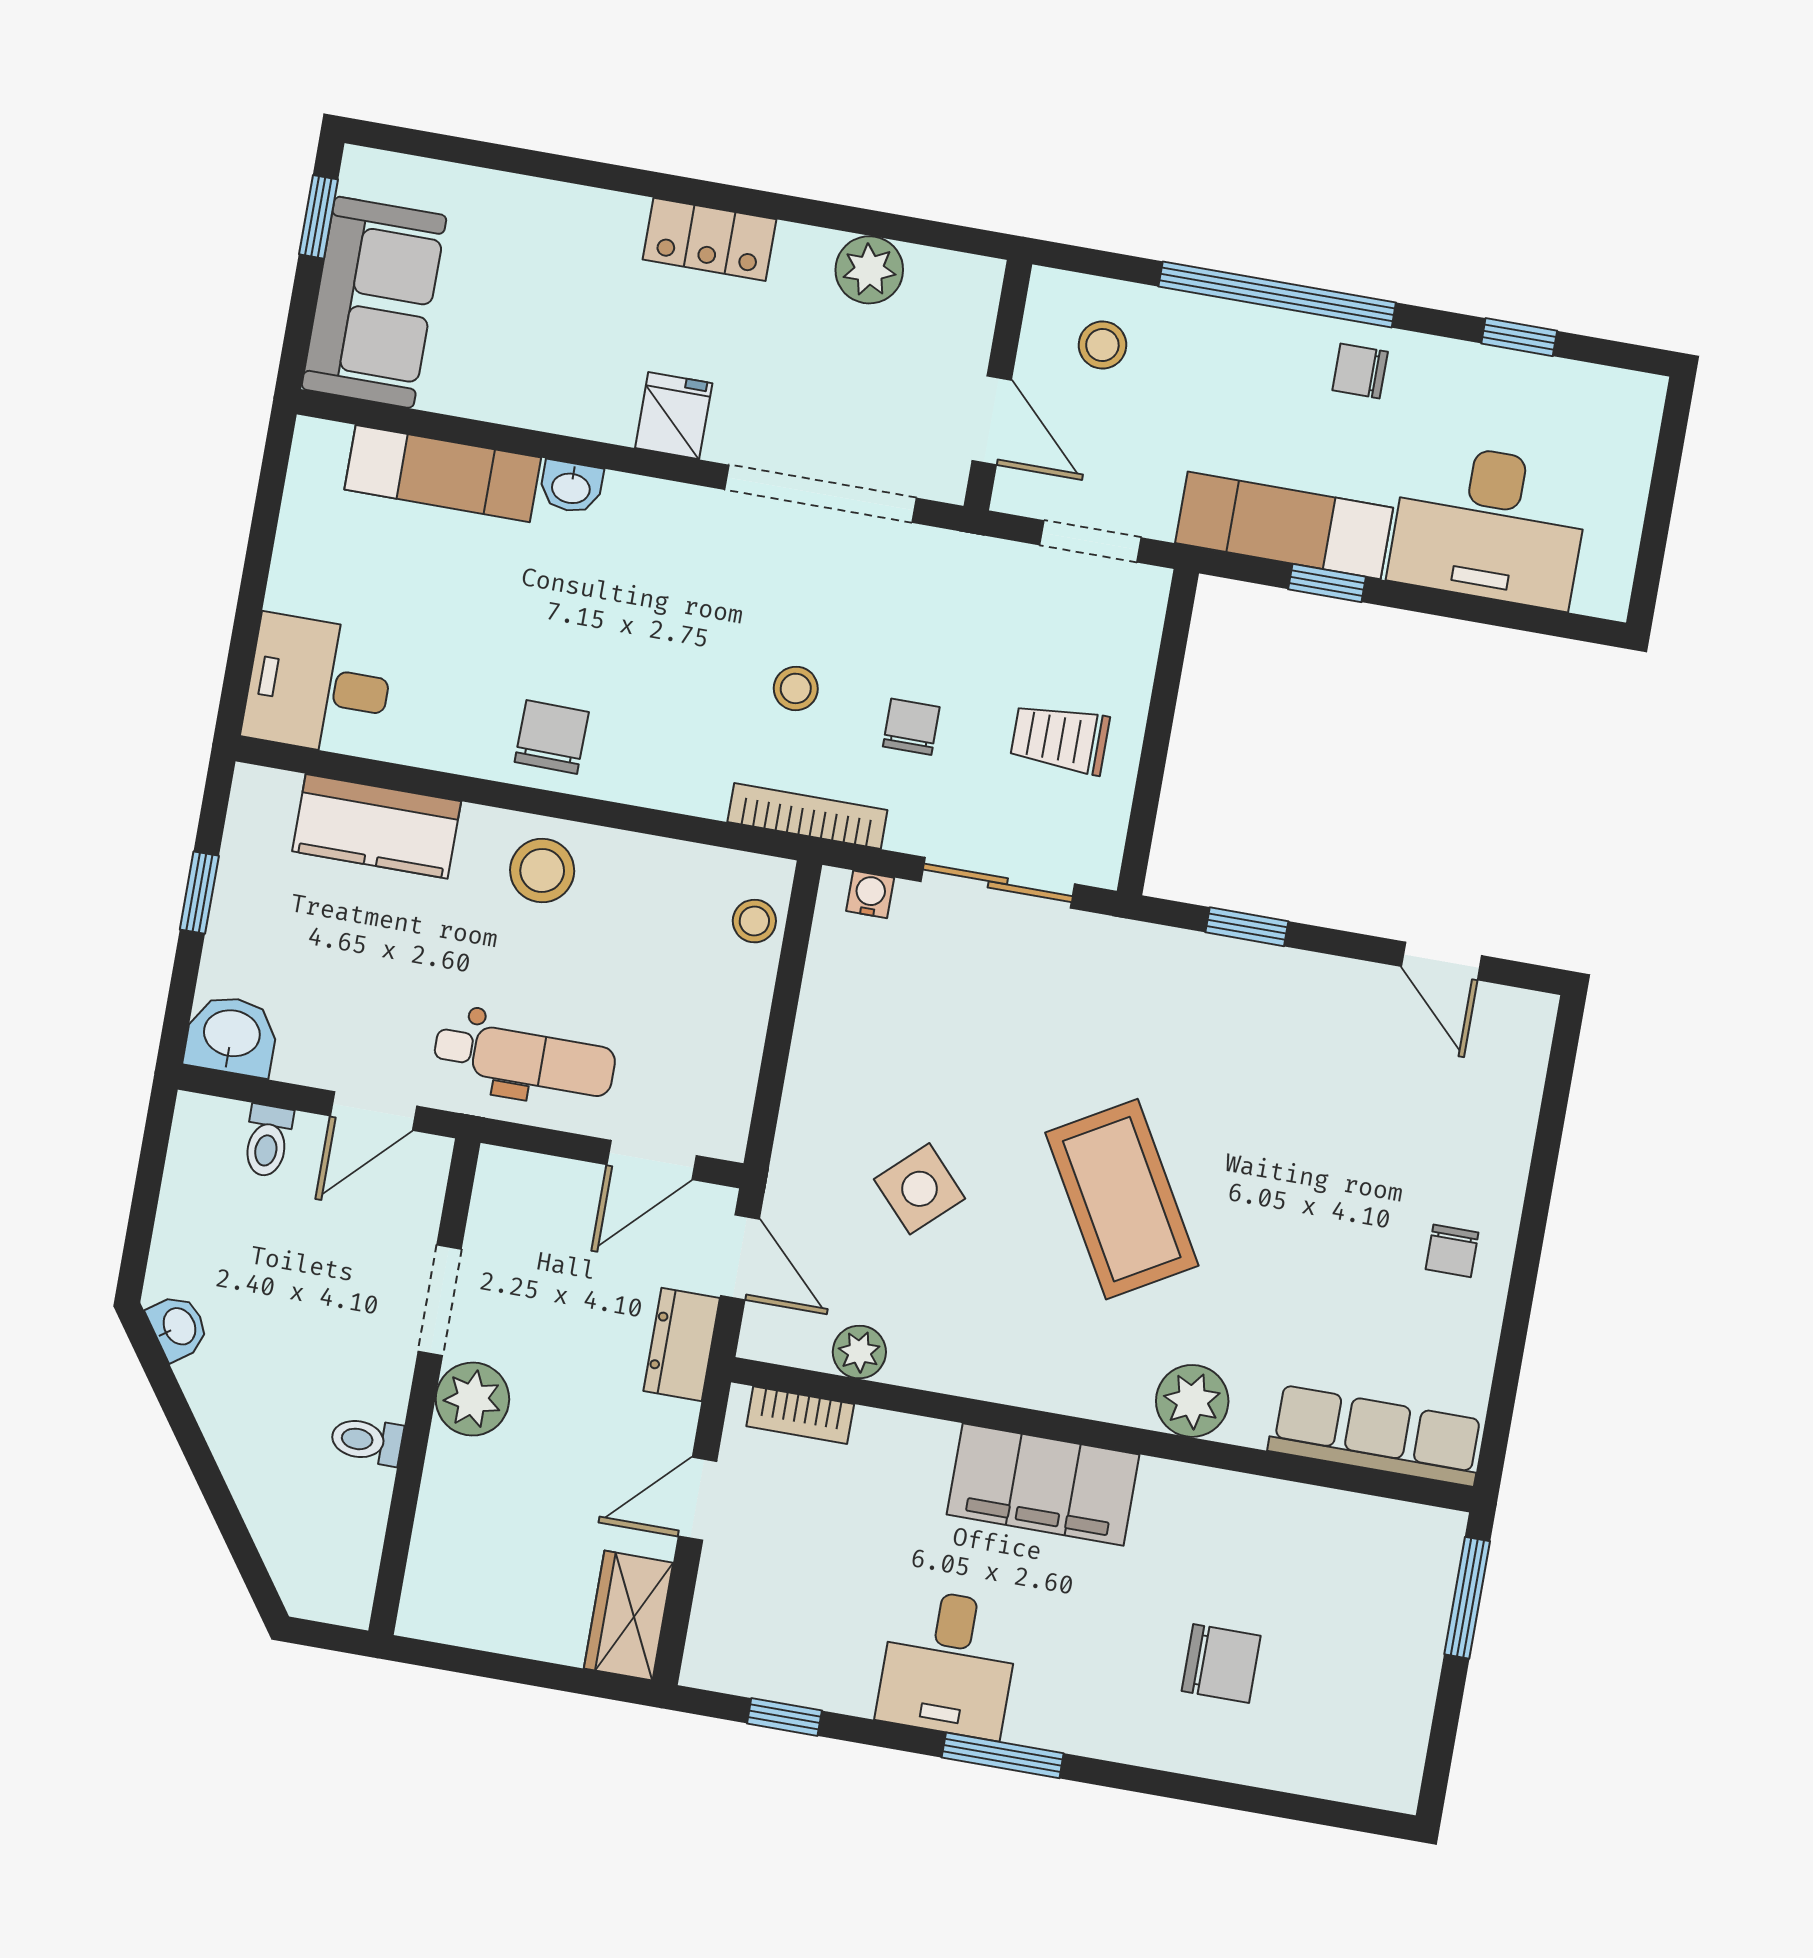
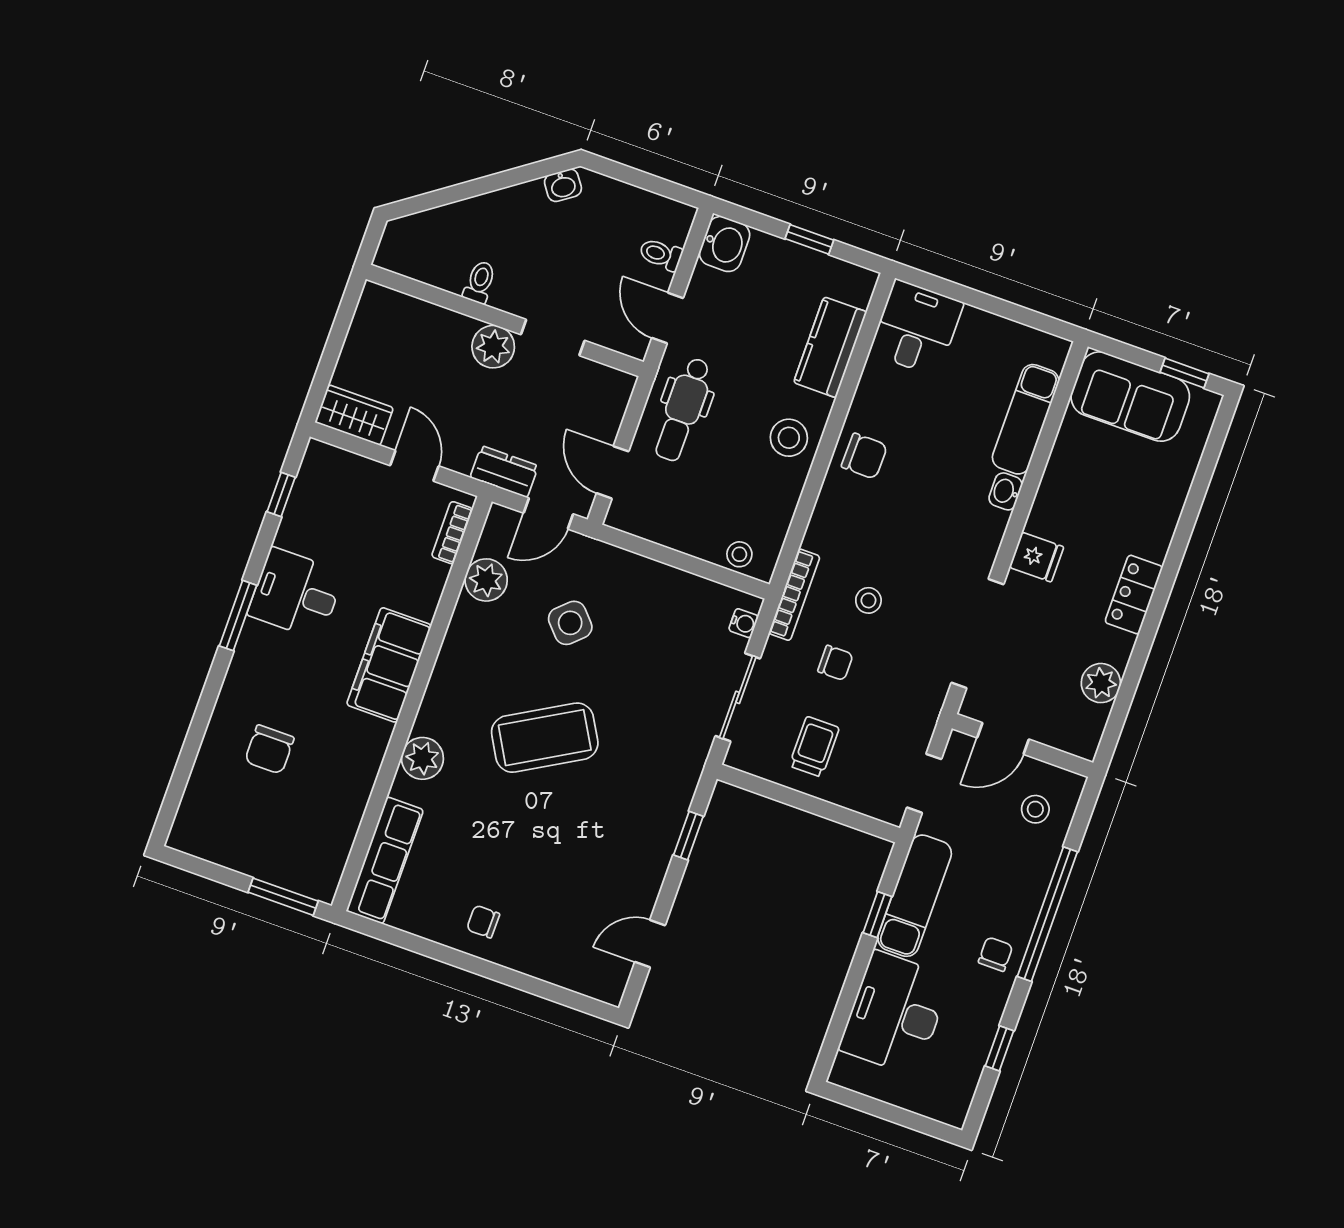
plant: (859, 1352) -> (486, 580), width x1.38, depth x1.38

